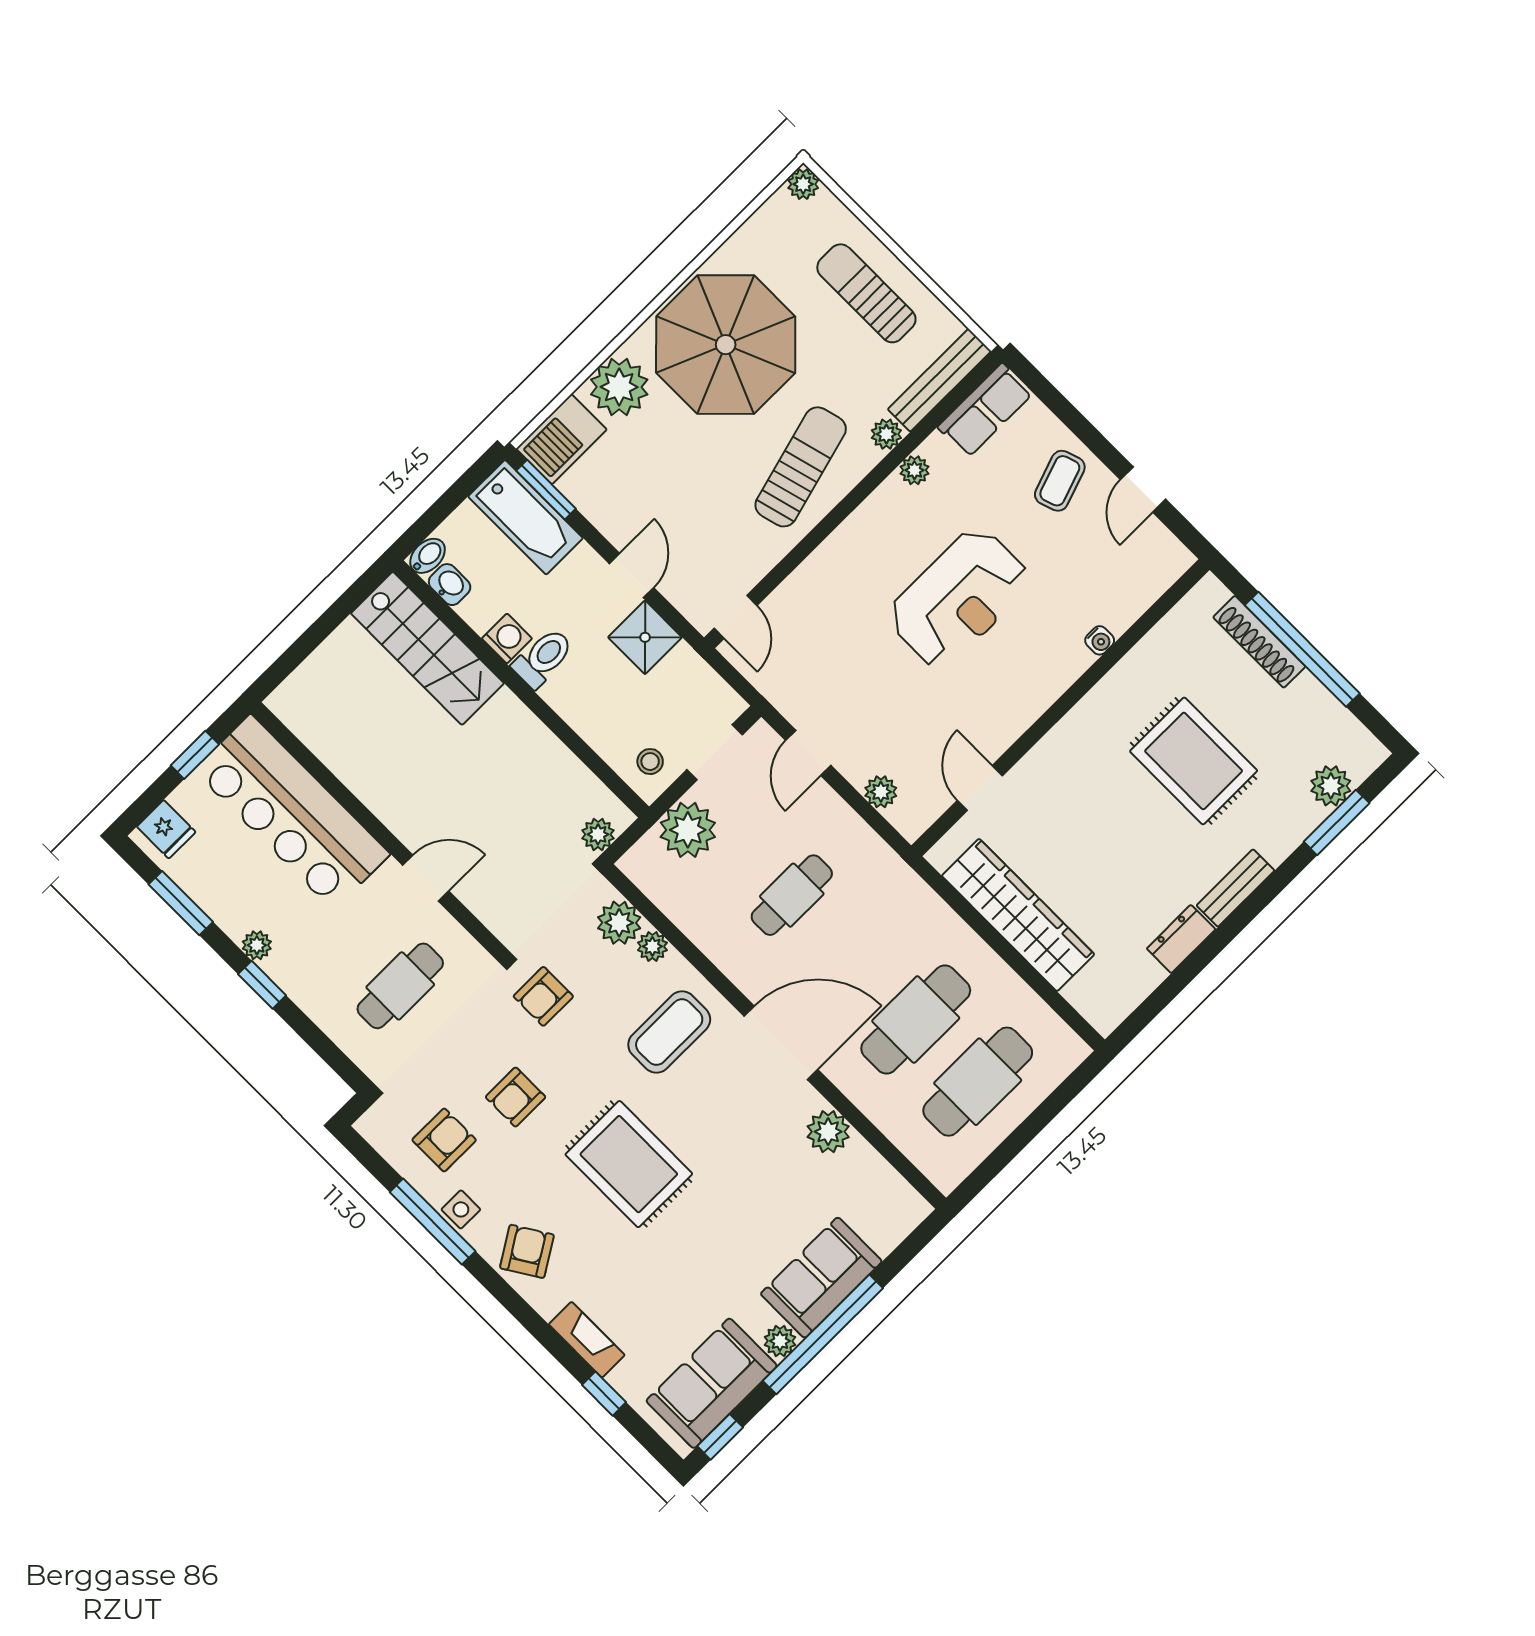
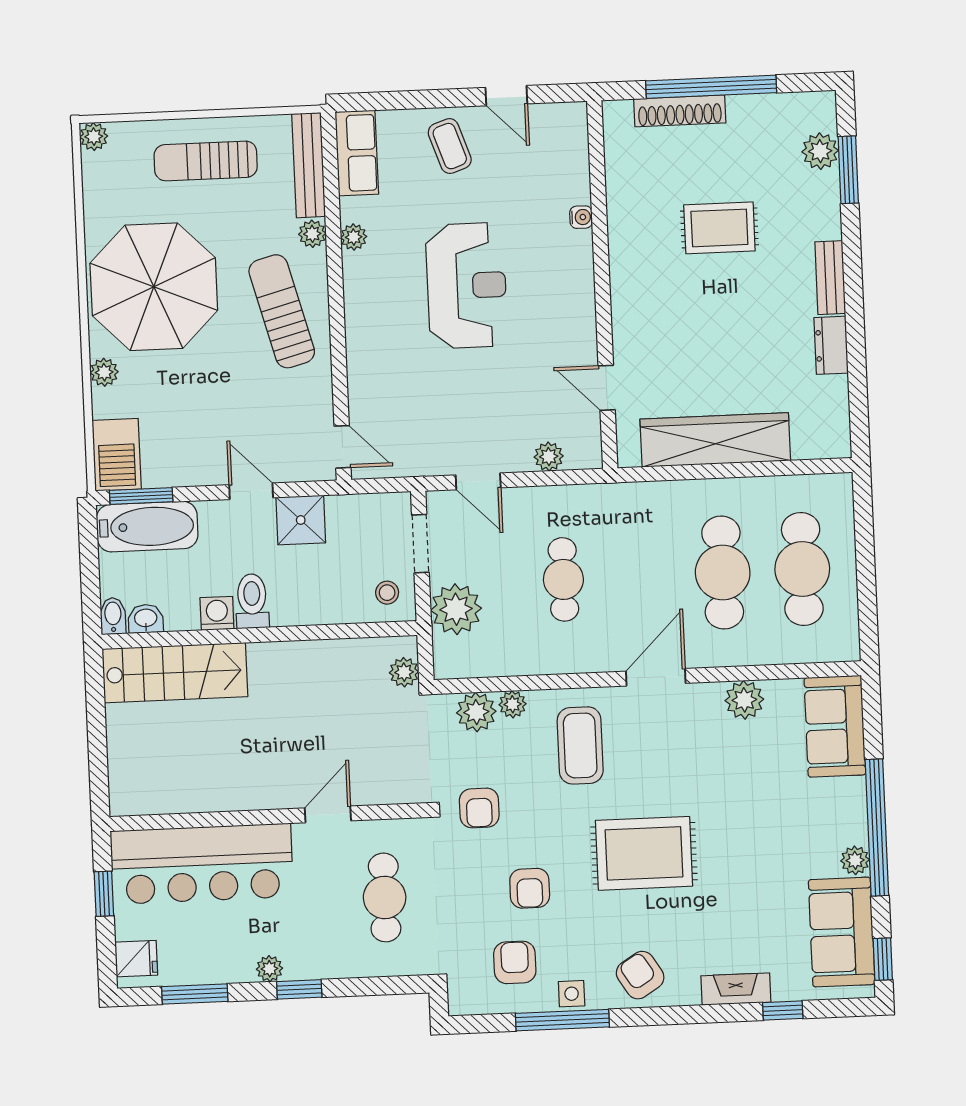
plant: (619, 387) -> (104, 372), width x0.53, depth x0.53
rug: (1194, 761) -> (719, 228), width x0.73, depth x0.70
door: (781, 1043) -> (656, 677), width x0.73
sofa: (821, 1278) -> (835, 726), moved

